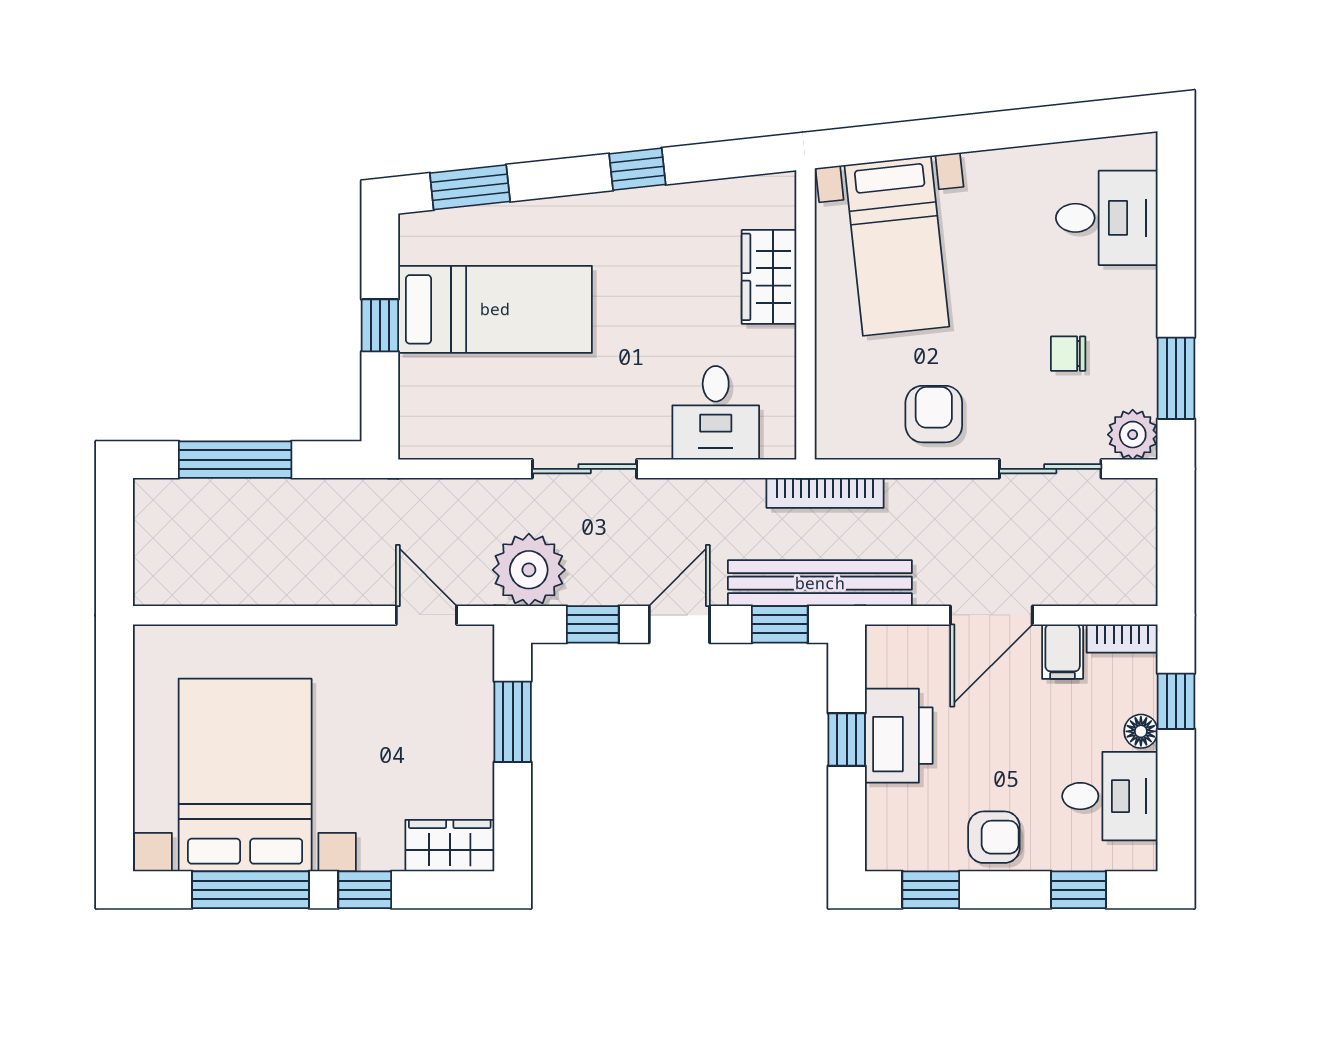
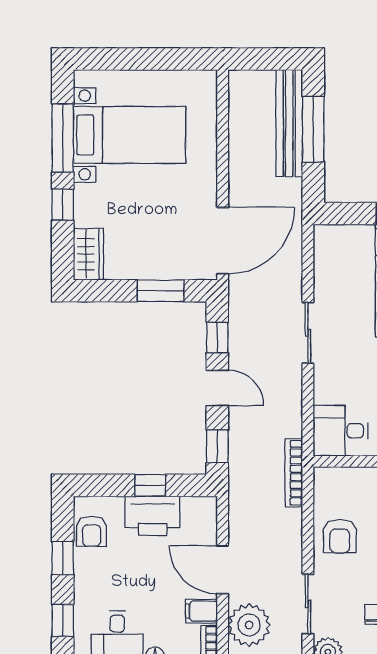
desk: (716, 413) -> (341, 431), moved
armchair: (934, 414) -> (340, 536), turned 90
plant: (529, 570) -> (249, 625), moved
bench: (820, 583) -> (289, 123), moved
door: (426, 615) -> (223, 241), width x1.88
bed with nightstands: (245, 775) -> (130, 135), width x0.73
armchair: (994, 837) -> (92, 531), moved
window: (931, 890) -> (63, 558), moved

